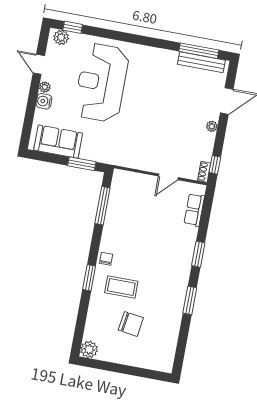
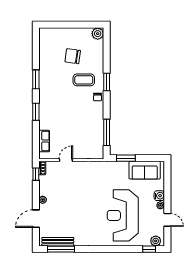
reception desk: (101, 83) -> (123, 215), turned 180

